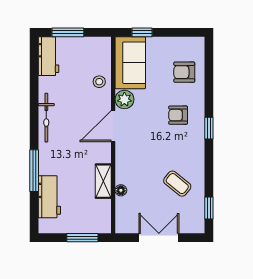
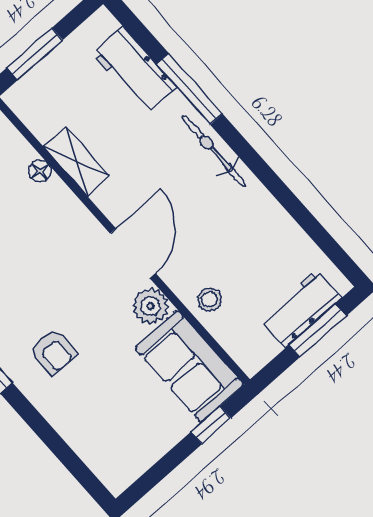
workbench: (49, 56) -> (301, 309), moved, turned 90
armchair: (184, 72) -> (100, 422), removed
armchair: (178, 115) -> (54, 352), turned 90
bicycle: (46, 118) -> (214, 151), moved

